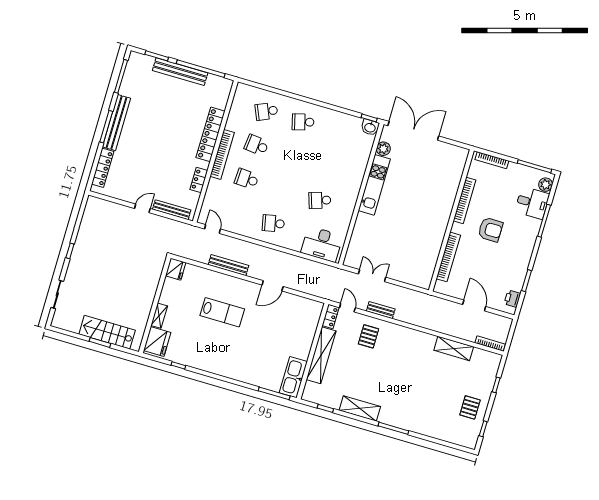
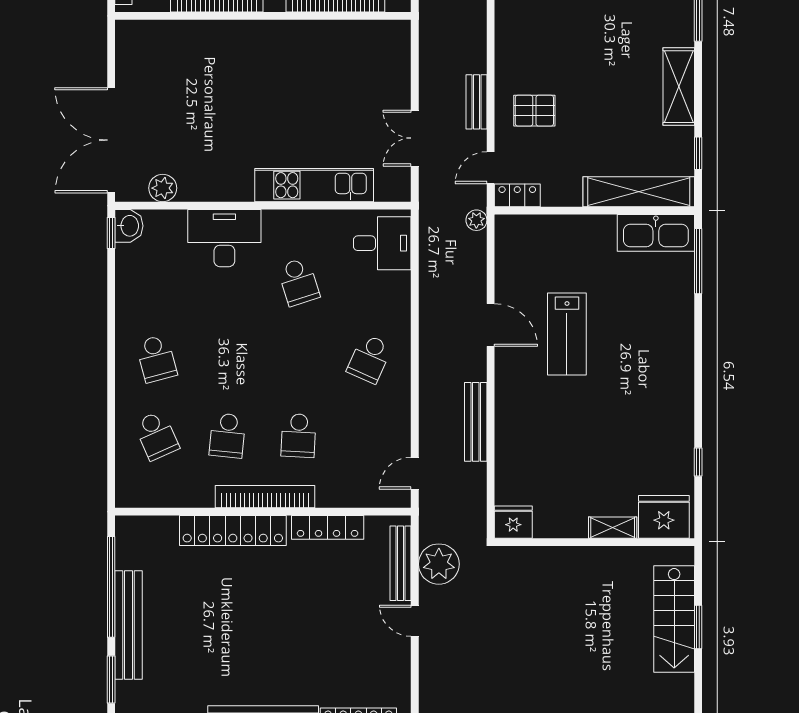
desk: (351, 171) -> (224, 238), added
locker: (199, 180) -> (328, 527), width x1.53
kitchen unit: (374, 185) -> (314, 185), moved
school desk: (273, 223) -> (369, 359), turned 36
plant: (166, 228) -> (439, 564), added
desk: (322, 244) -> (382, 243), width x0.73
plant: (324, 294) -> (476, 220), added
lab bench: (222, 312) -> (567, 334), moved, turned 180
shelving: (321, 355) -> (639, 192), moved

